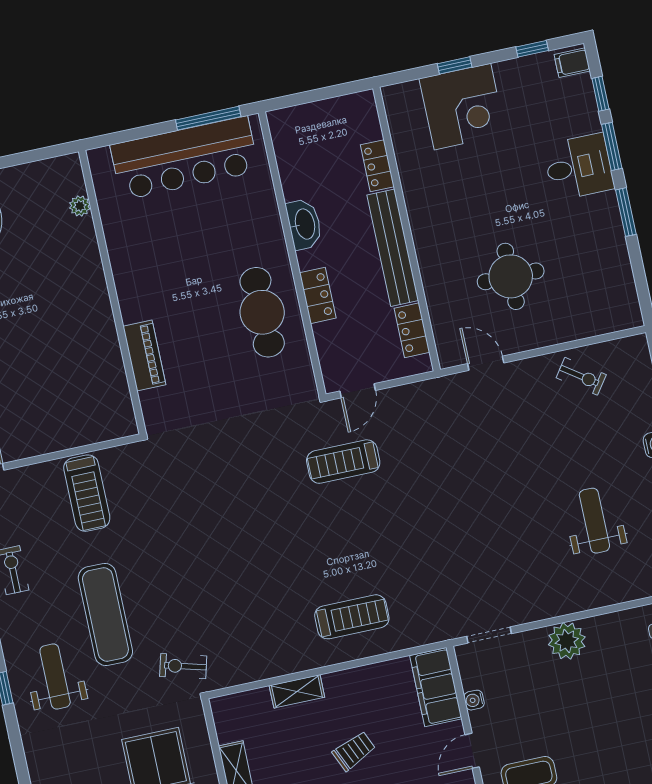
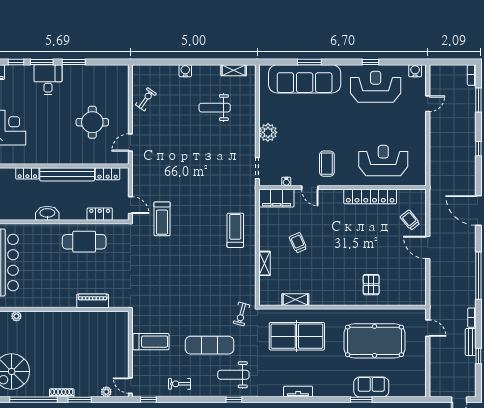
locker: (318, 295) -> (100, 214), moved

